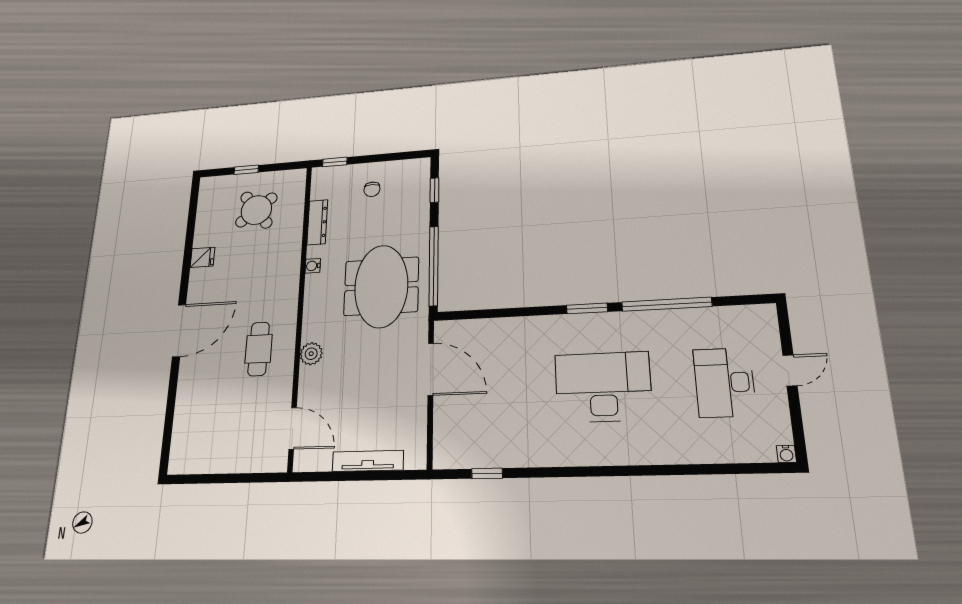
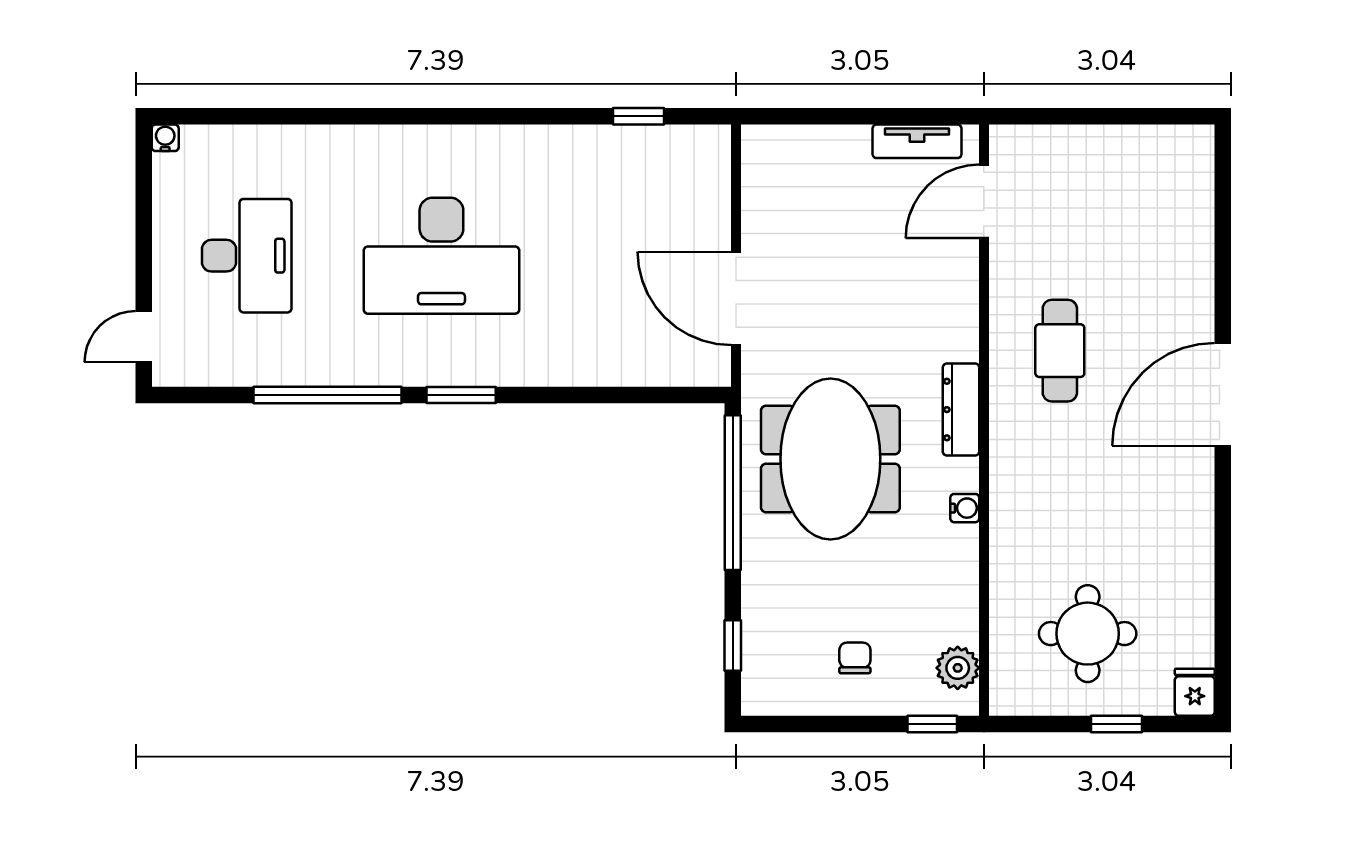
round table: (256, 210) -> (1088, 634), turned 38
dresser: (317, 222) -> (961, 410), moved
fridge: (202, 257) -> (1195, 692), moved, turned 90
plant: (311, 354) -> (958, 668), moved
door: (790, 370) -> (144, 337), moved
door: (293, 428) -> (984, 201), hinge flipped
tv unit: (368, 461) -> (917, 141), moved, width x0.71

